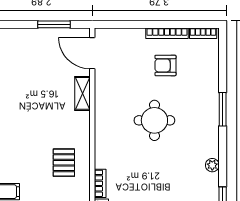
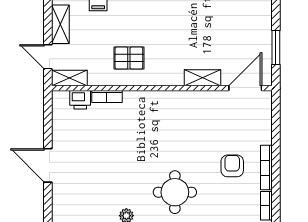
round table: (154, 120) -> (175, 192), moved

